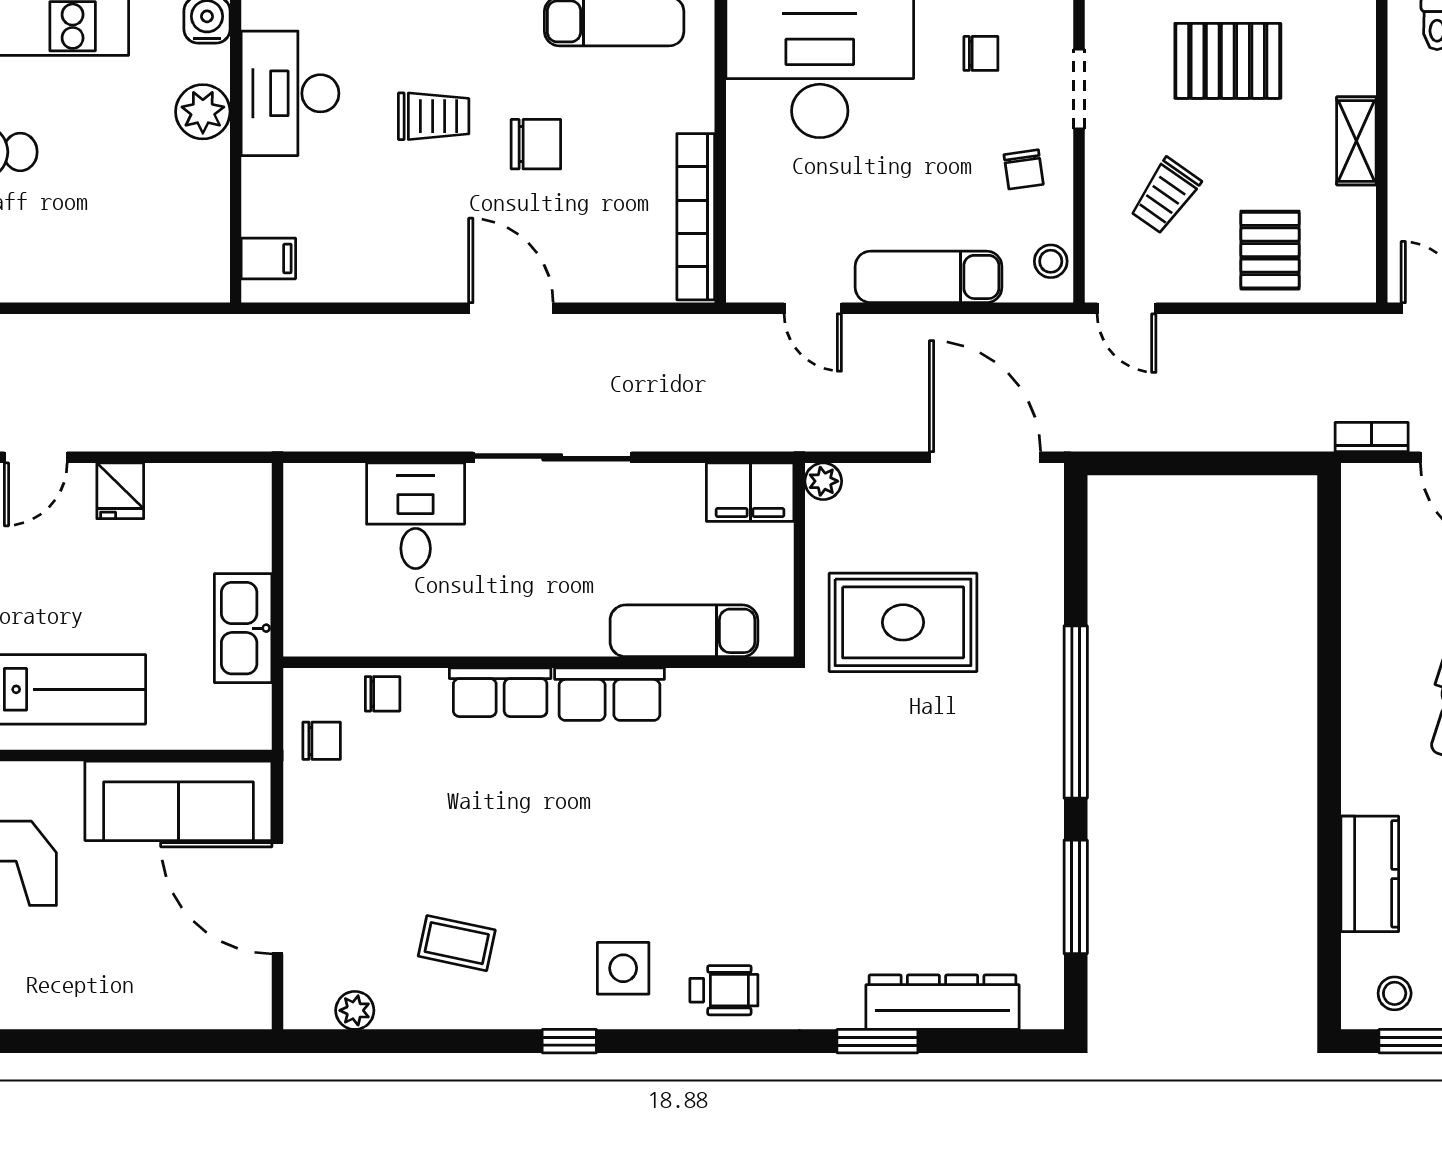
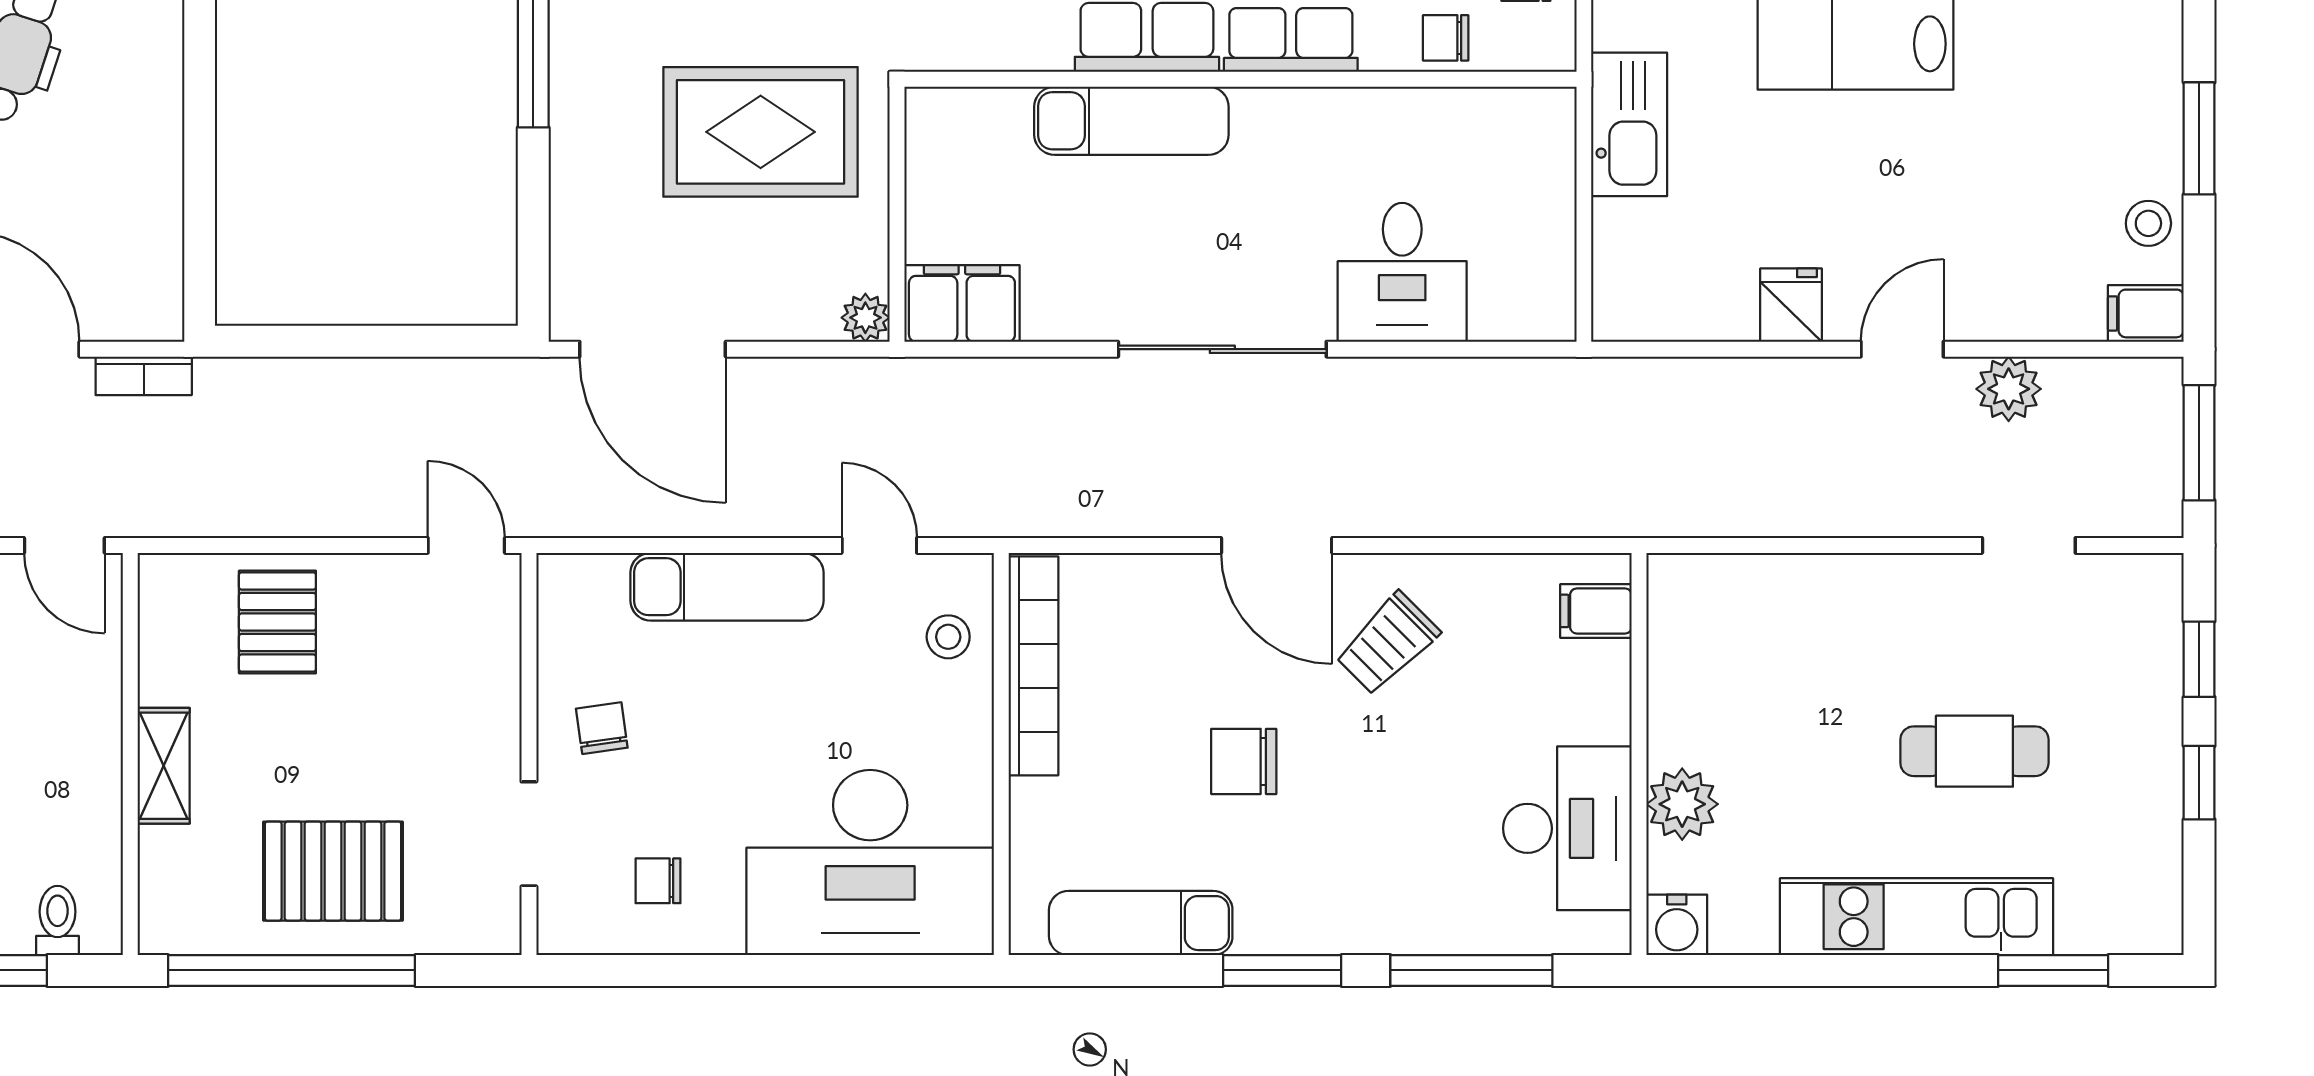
trolley: (434, 116) -> (1387, 644), moved, turned -45
trolley: (1165, 196) -> (415, 693), removed
stool: (1051, 261) -> (948, 637), moved
exam couch: (684, 631) -> (1131, 121), moved

